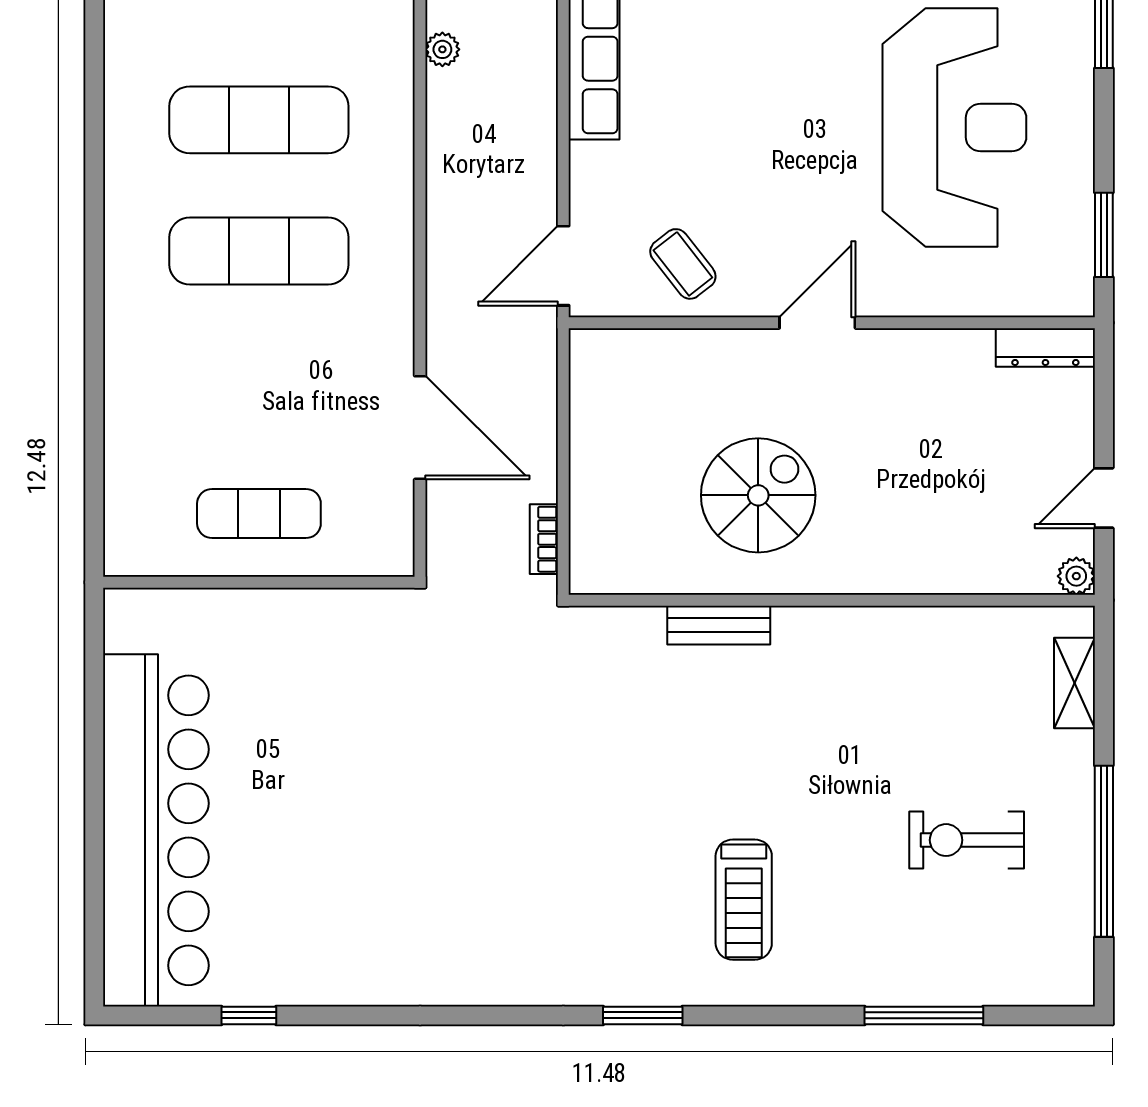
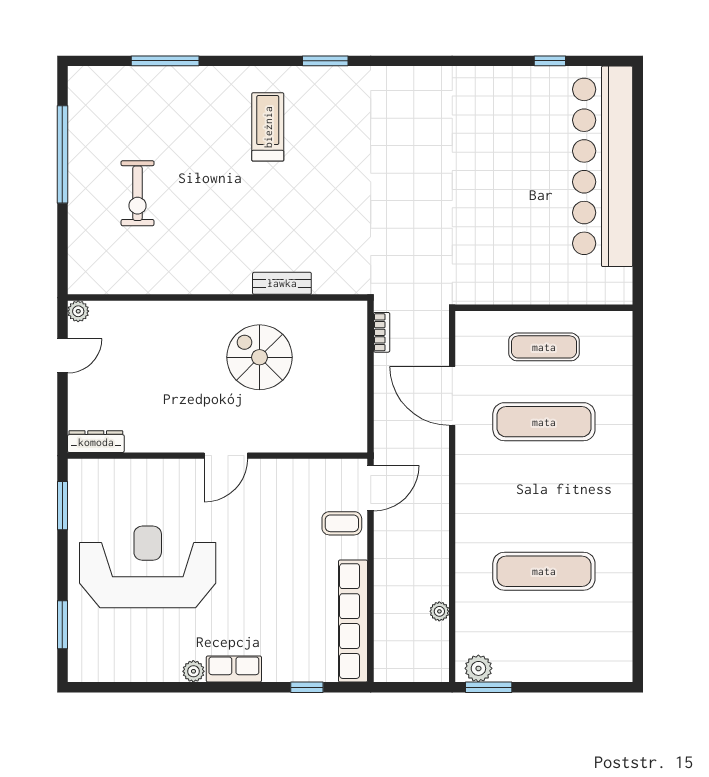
reception desk: (954, 128) -> (148, 567), turned 90
exercise mat: (259, 251) -> (544, 422), moved
coffee table: (683, 264) -> (342, 523), moved, turned -52
spiral stairs: (758, 495) -> (259, 357), turned 90
shelving: (1075, 683) -> (79, 250), removed
exercise bike: (967, 840) -> (138, 193), moved, turned 90

